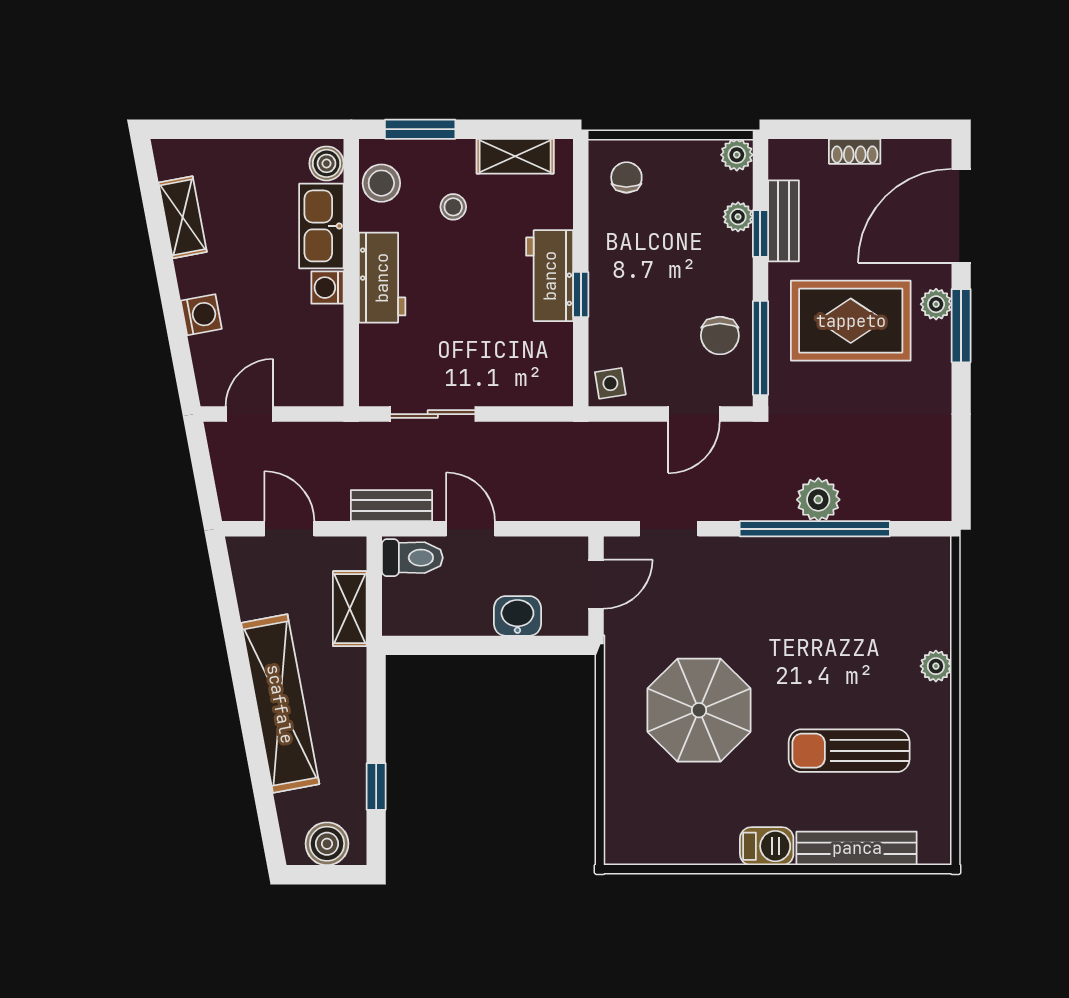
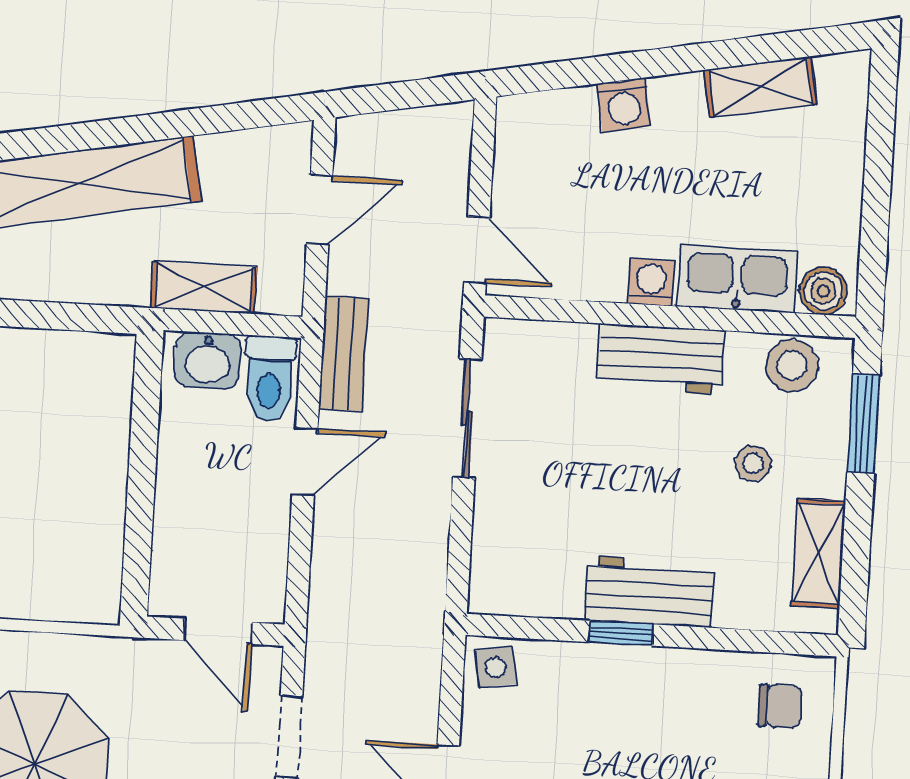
door: (249, 414) -> (477, 250), moved
washbasin: (517, 616) -> (208, 360), moved, turned 90

